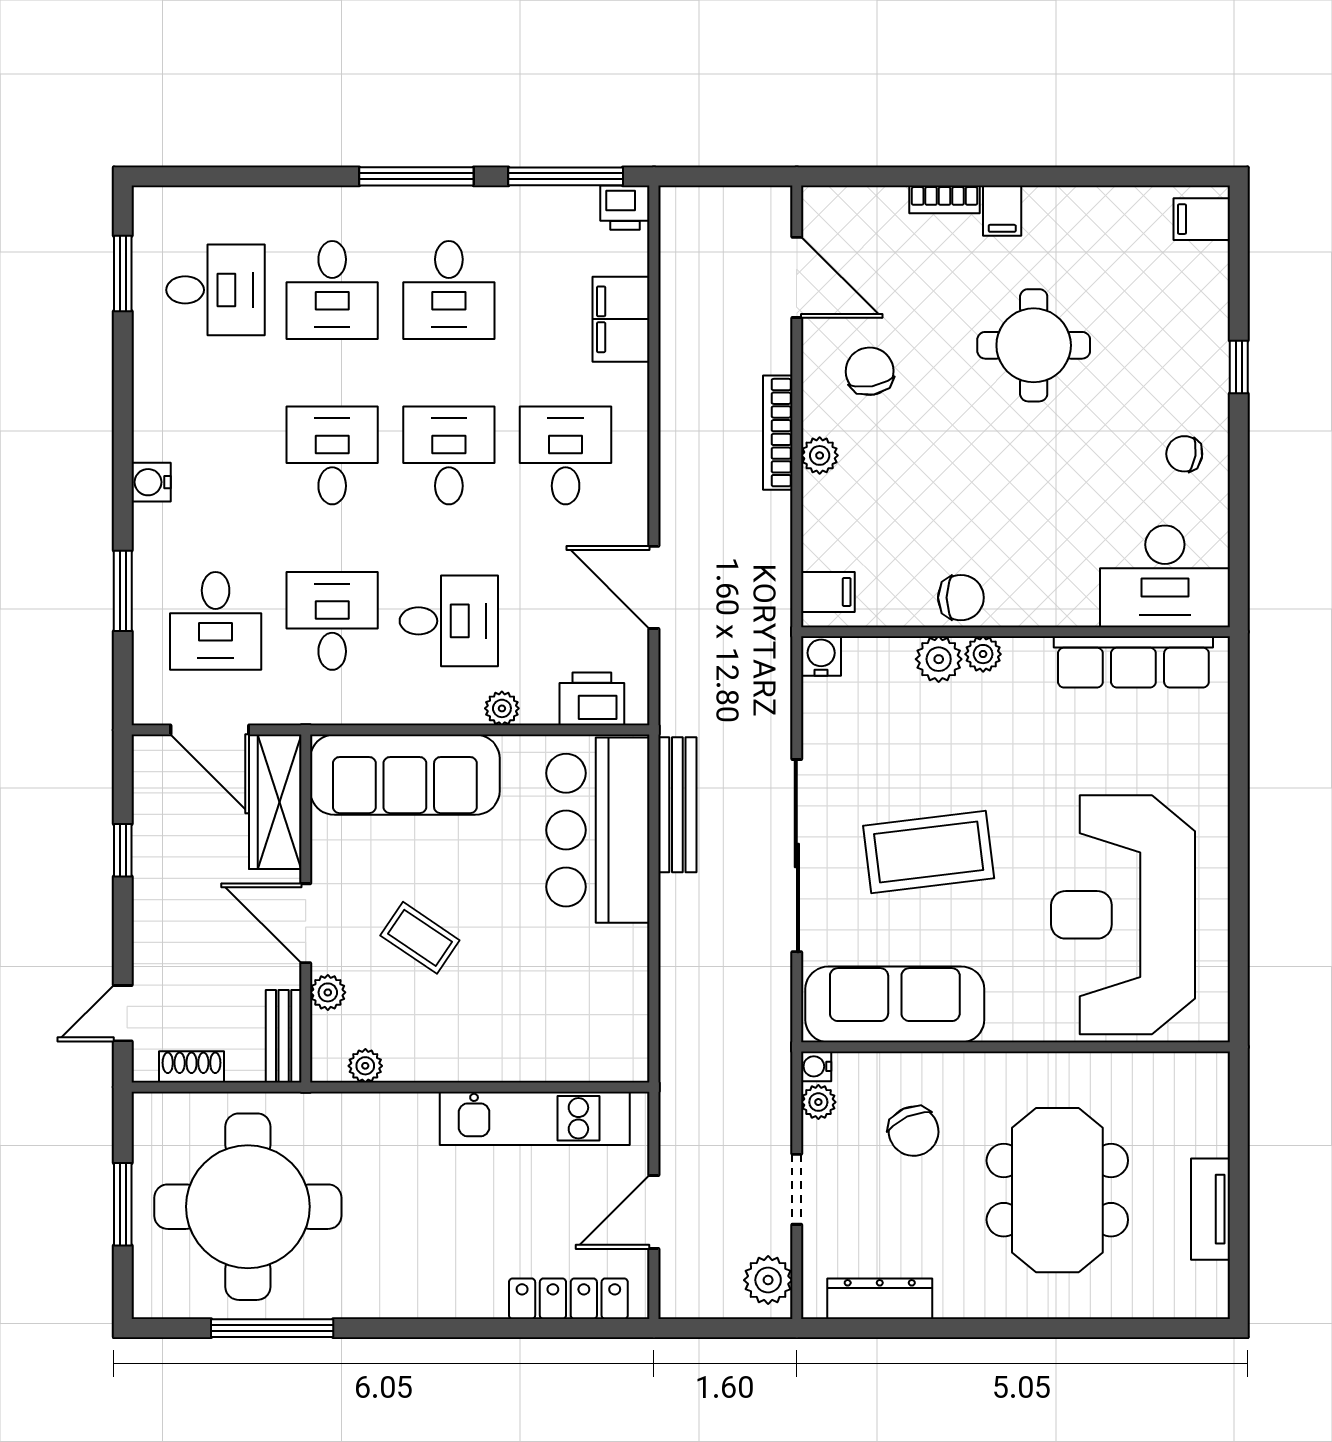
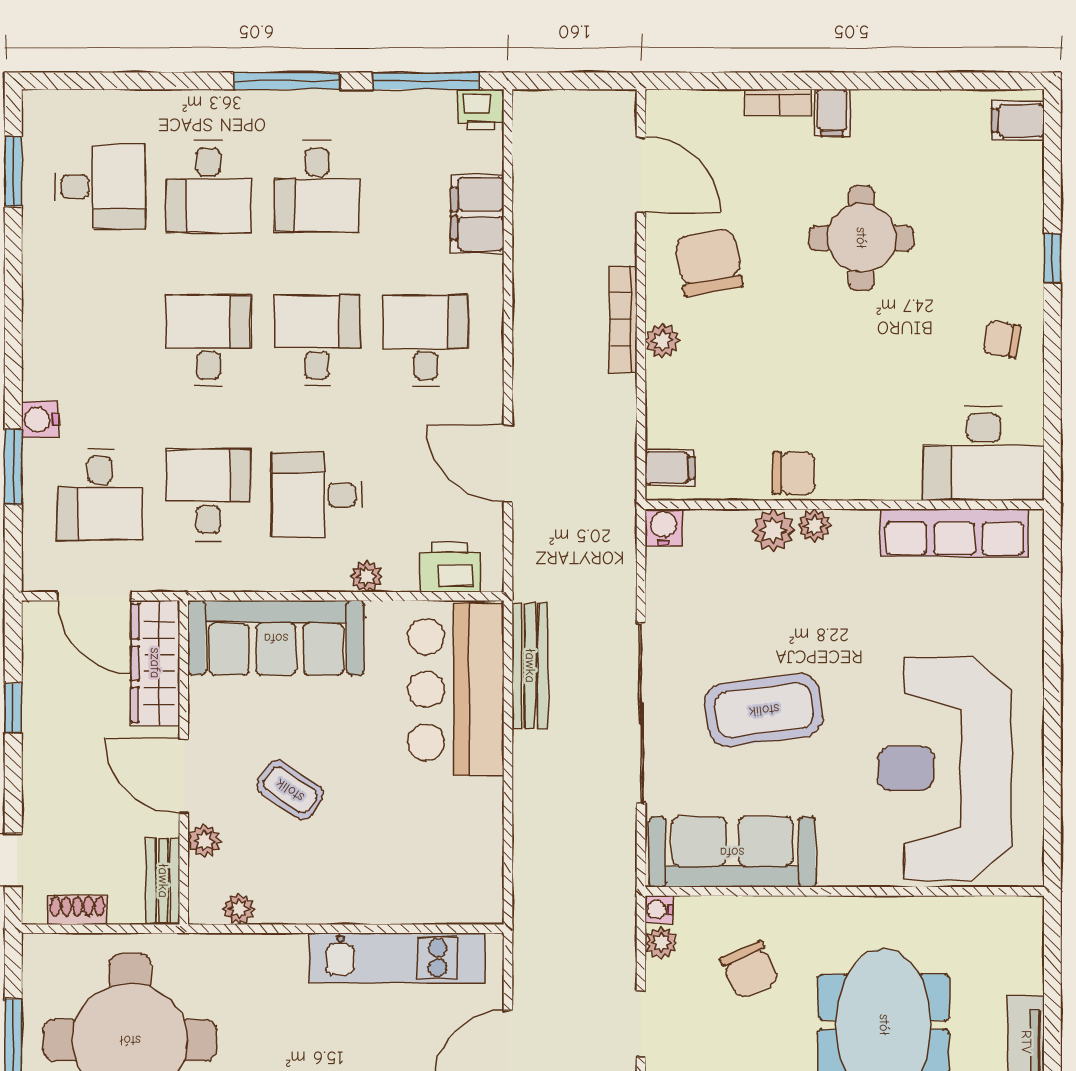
chair: (870, 371) -> (709, 262), width x1.37, depth x1.37
water cooler: (151, 482) -> (40, 419), moved
desk: (449, 621) -> (317, 495), turned 180

